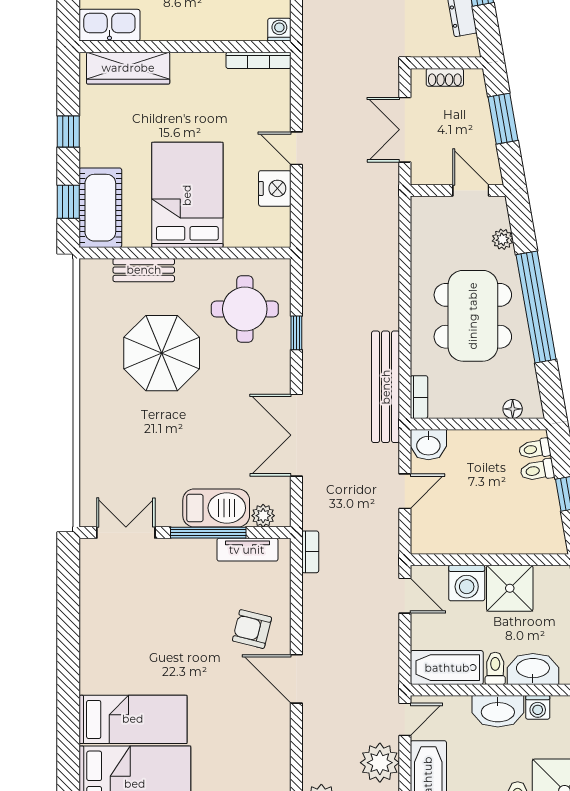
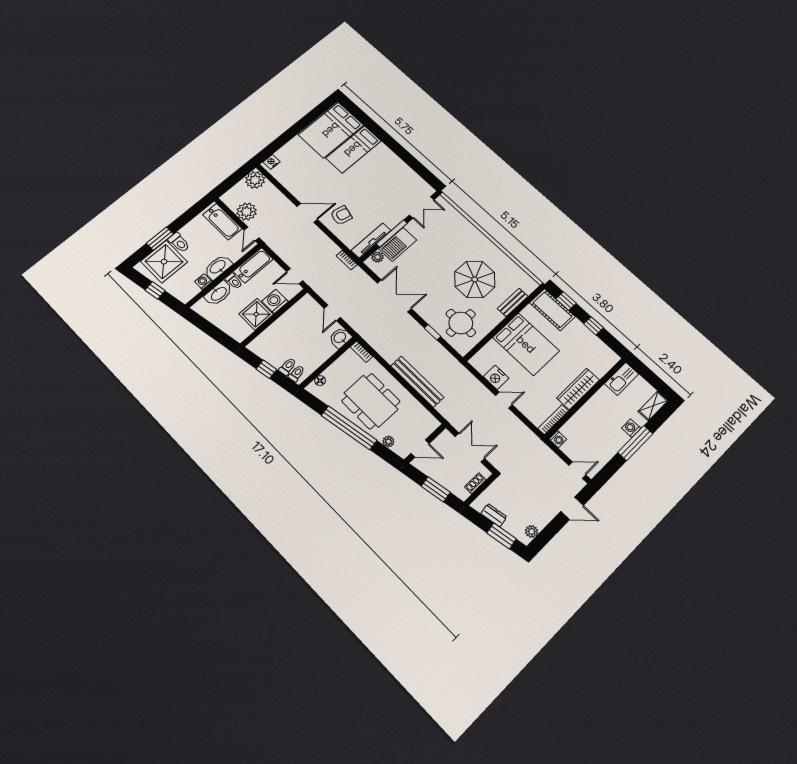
wardrobe: (128, 68) -> (578, 389), moved
bench: (386, 387) -> (417, 382), moved
tv unit: (247, 550) -> (371, 240), width x1.41

